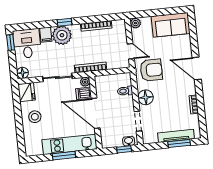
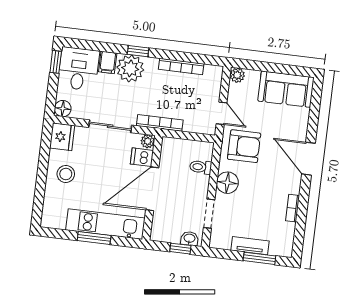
door: (96, 113) -> (152, 189), hinge flipped
tv unit: (176, 136) -> (250, 246), width x0.71

